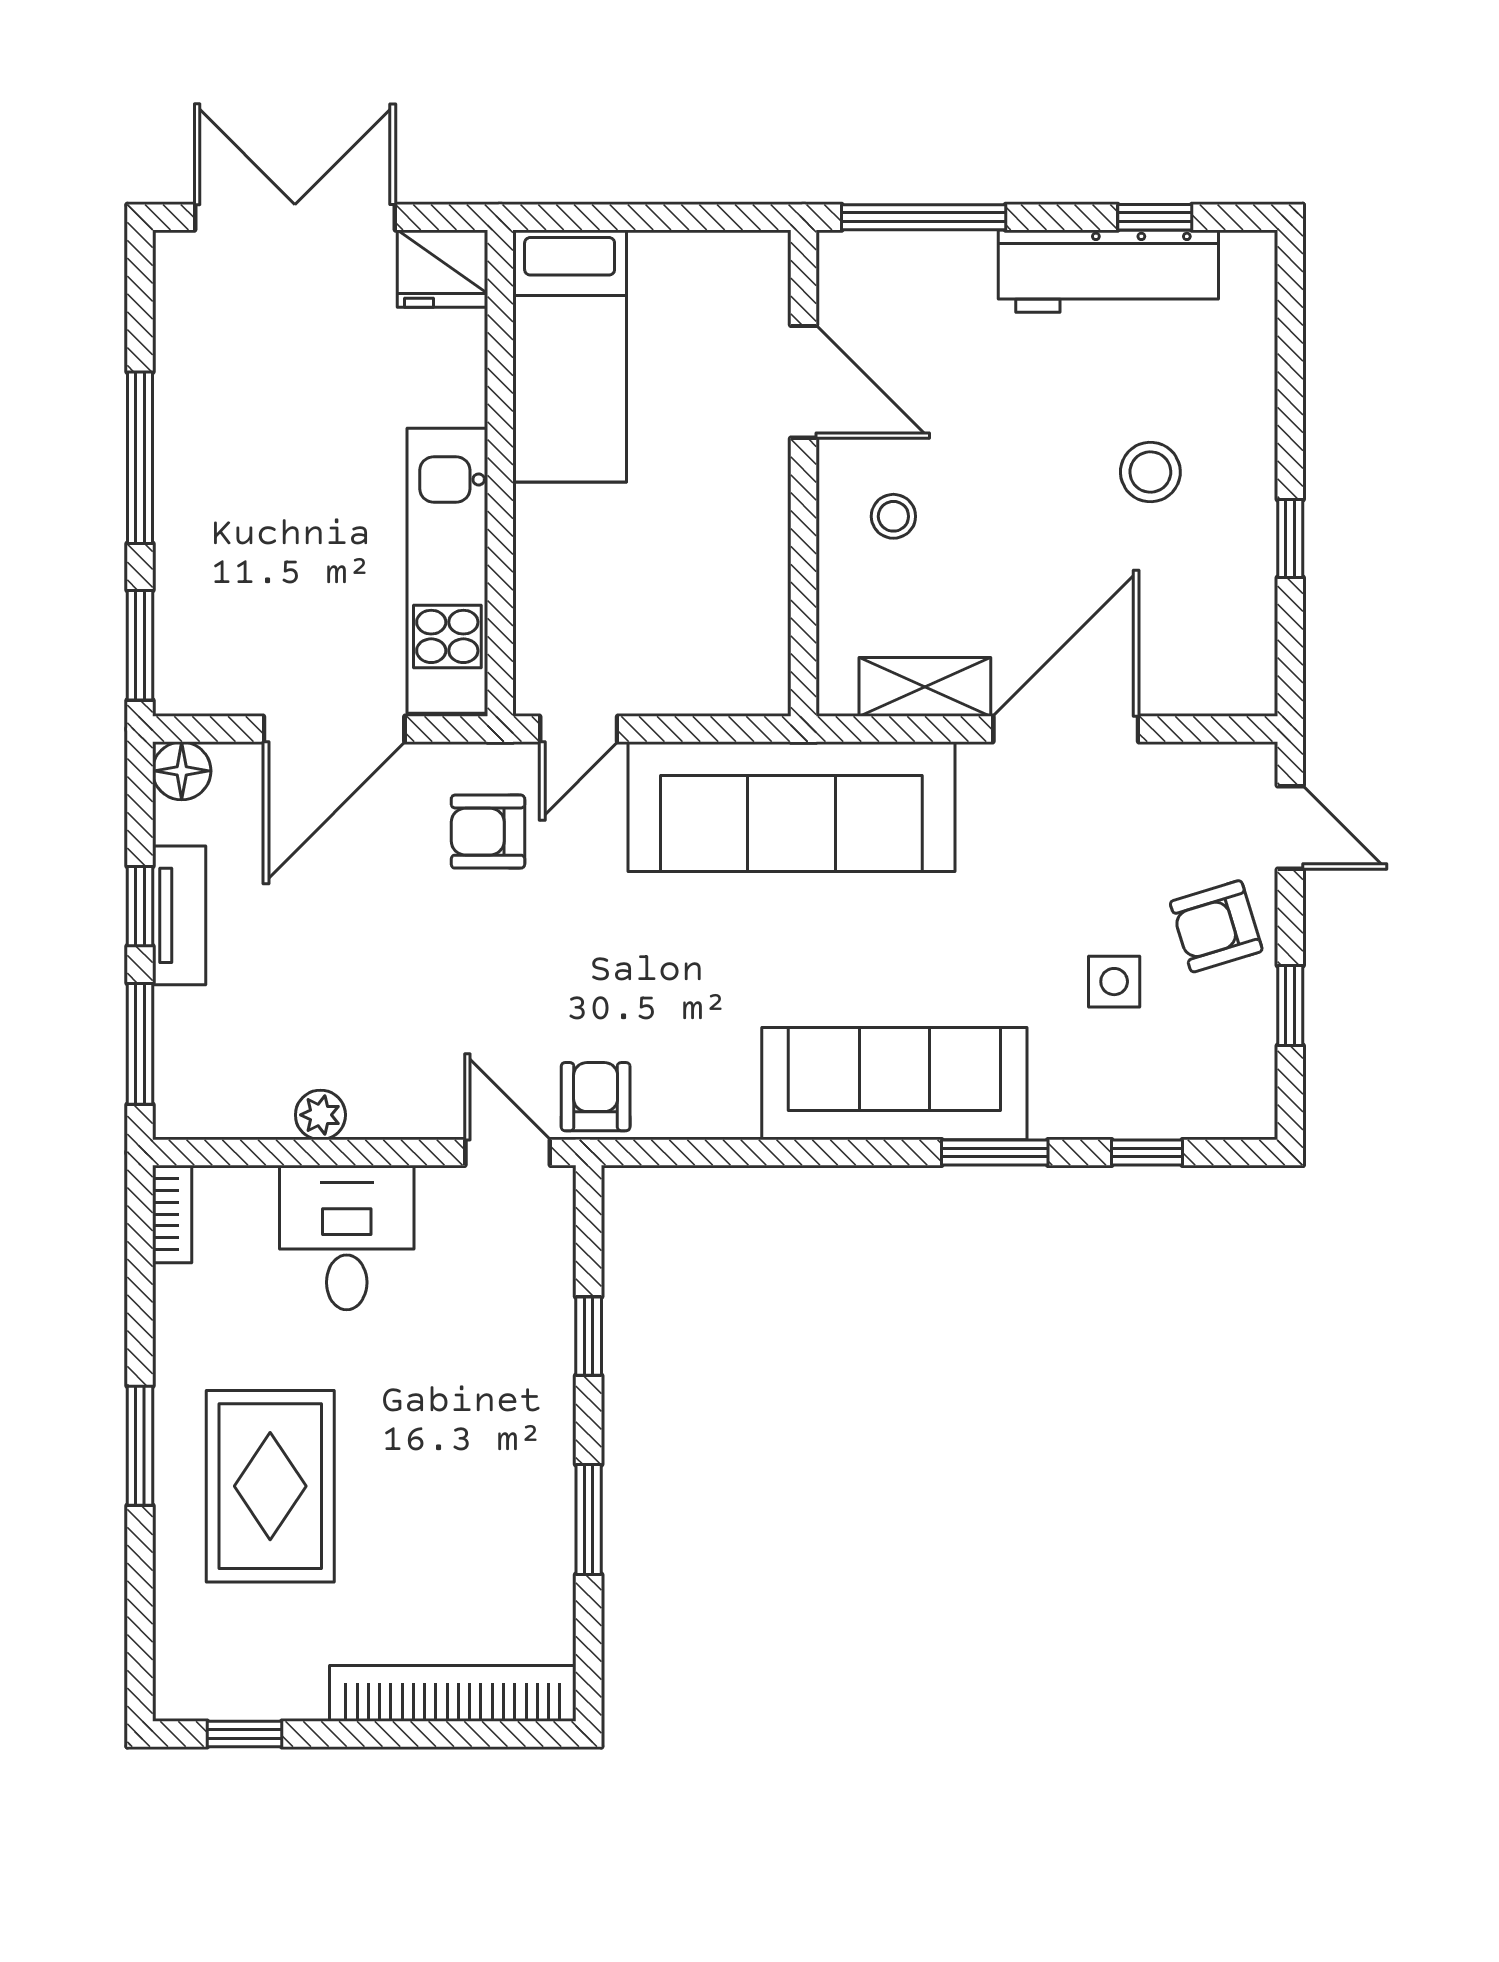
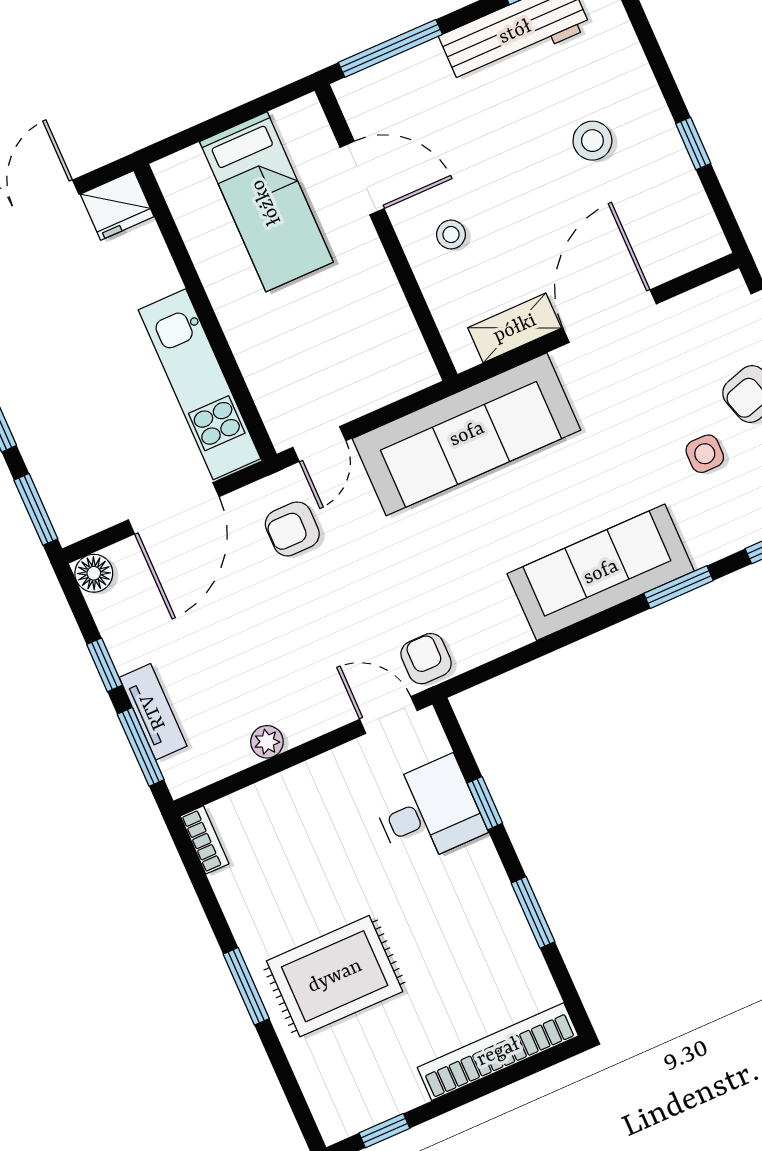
bed: (570, 356) -> (266, 202), moved
tv unit: (179, 915) -> (153, 712), moved
desk: (347, 1238) -> (428, 811), moved, turned 90
rug: (270, 1486) -> (335, 976), turned 90

